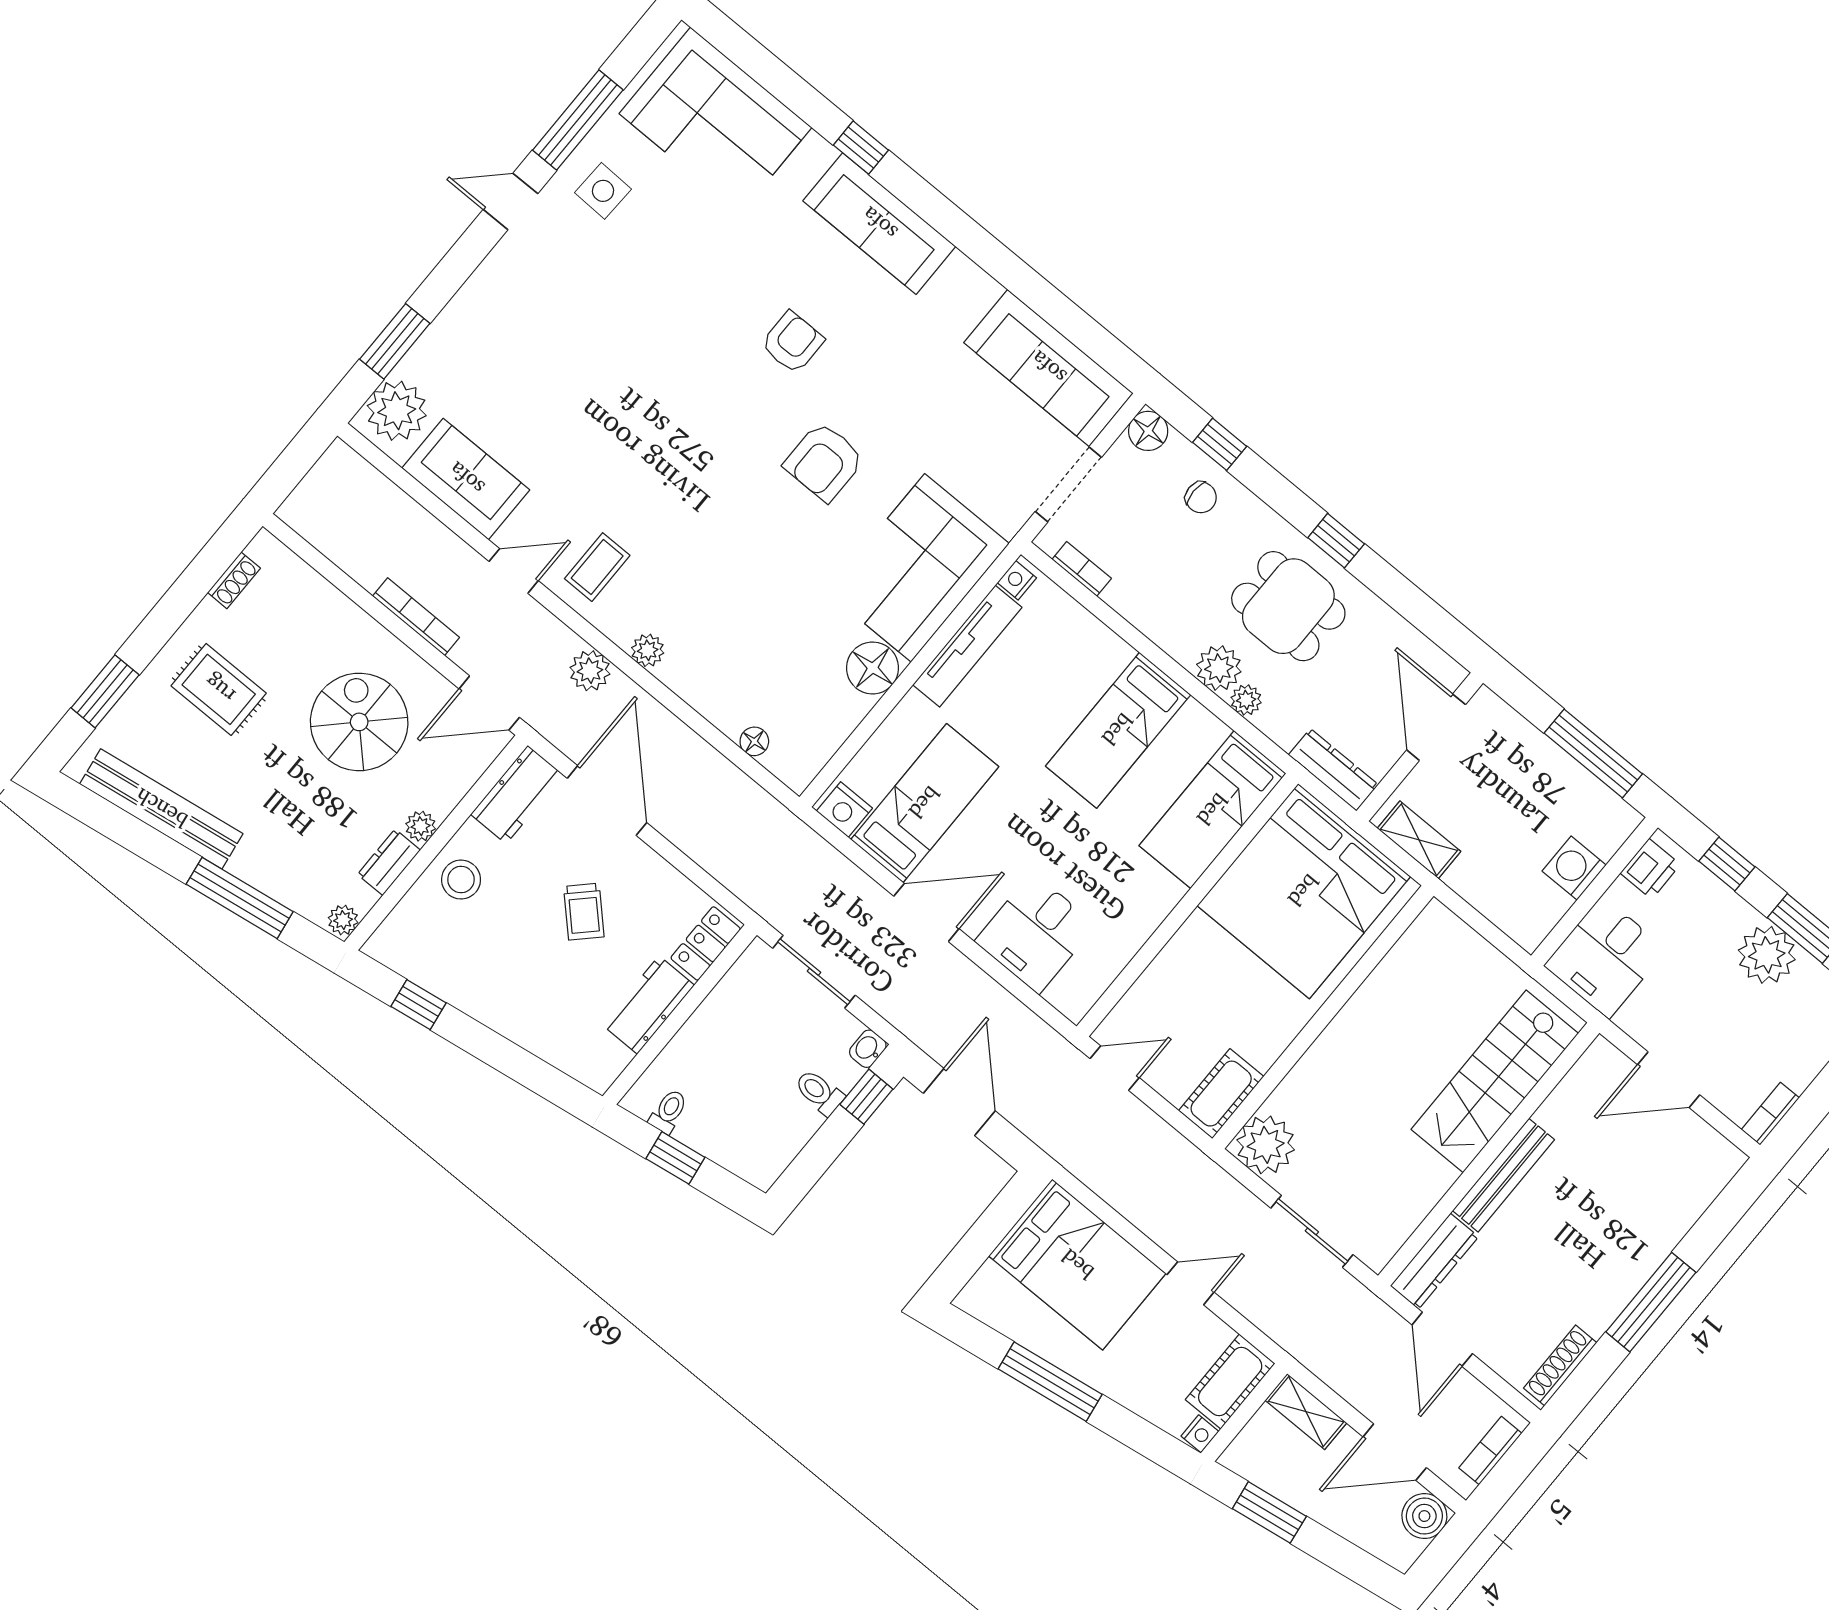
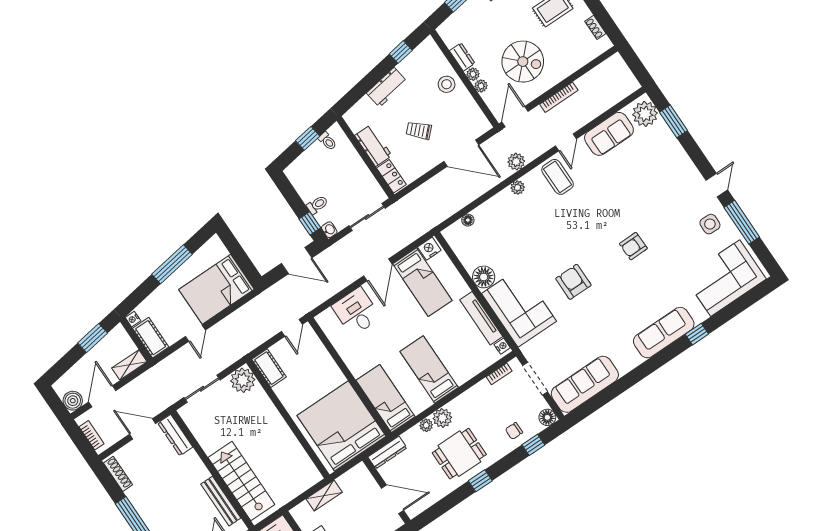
armchair: (792, 342) -> (633, 246), moved, turned 89
coffee table: (597, 567) -> (558, 177), width x1.36, depth x1.30
workbench: (517, 795) -> (387, 87), moved, turned -99
shelving: (1419, 840) -> (324, 495), moved
plant: (343, 920) -> (481, 86), moved
bench: (1503, 1175) -> (221, 501), moved

